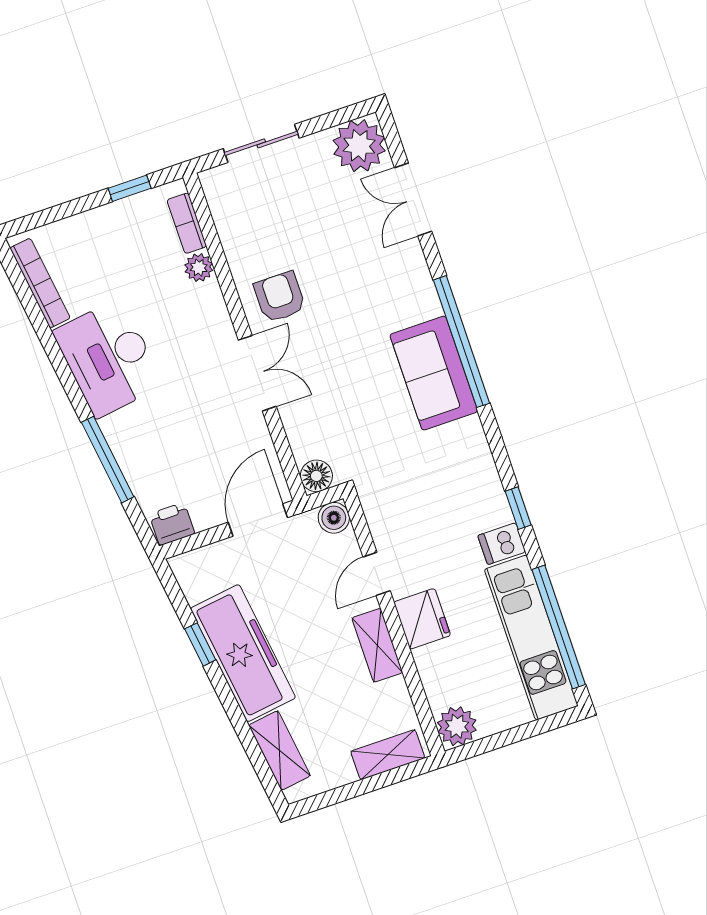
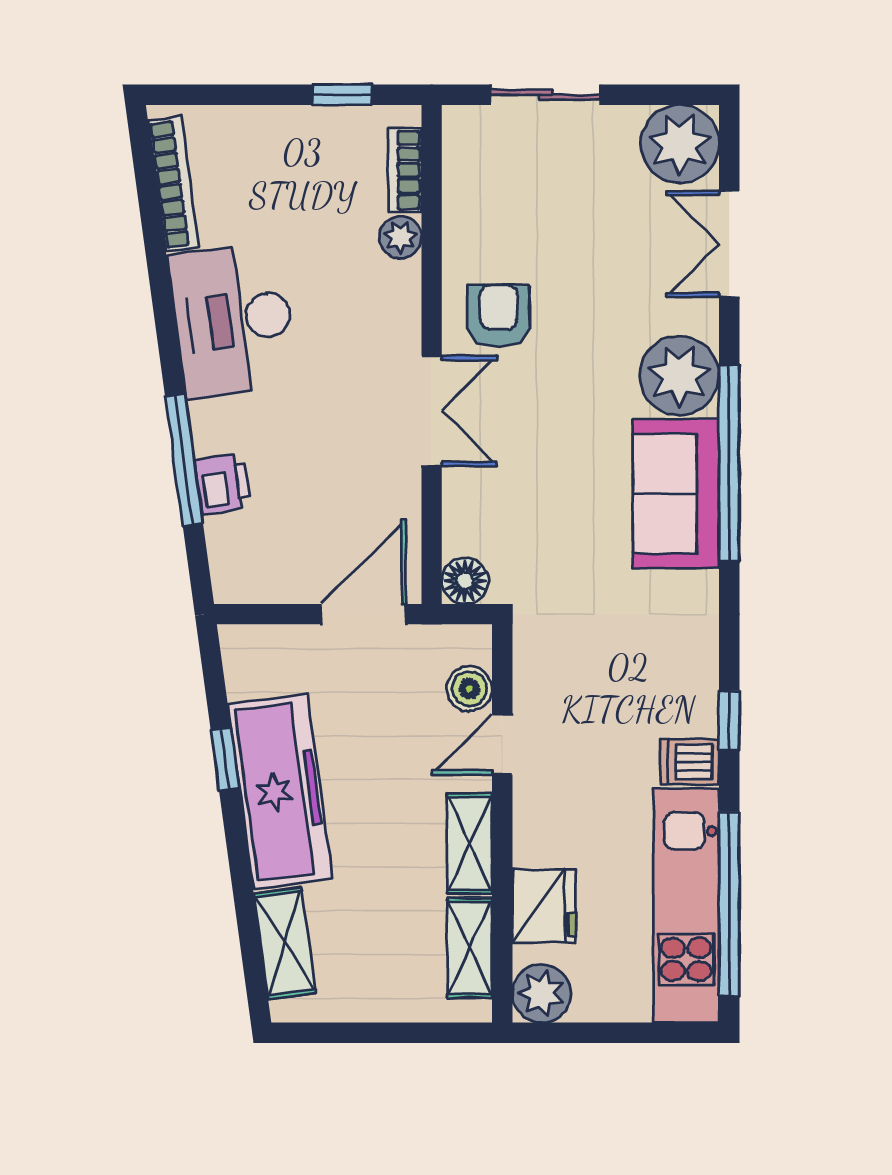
plant: (410, 296) -> (679, 376), added
boiler: (334, 518) -> (470, 689), moved
printer: (172, 524) -> (223, 484), moved, turned 82
fridge: (422, 619) -> (544, 906), moved
shelving: (388, 755) -> (470, 948), moved, turned 90

